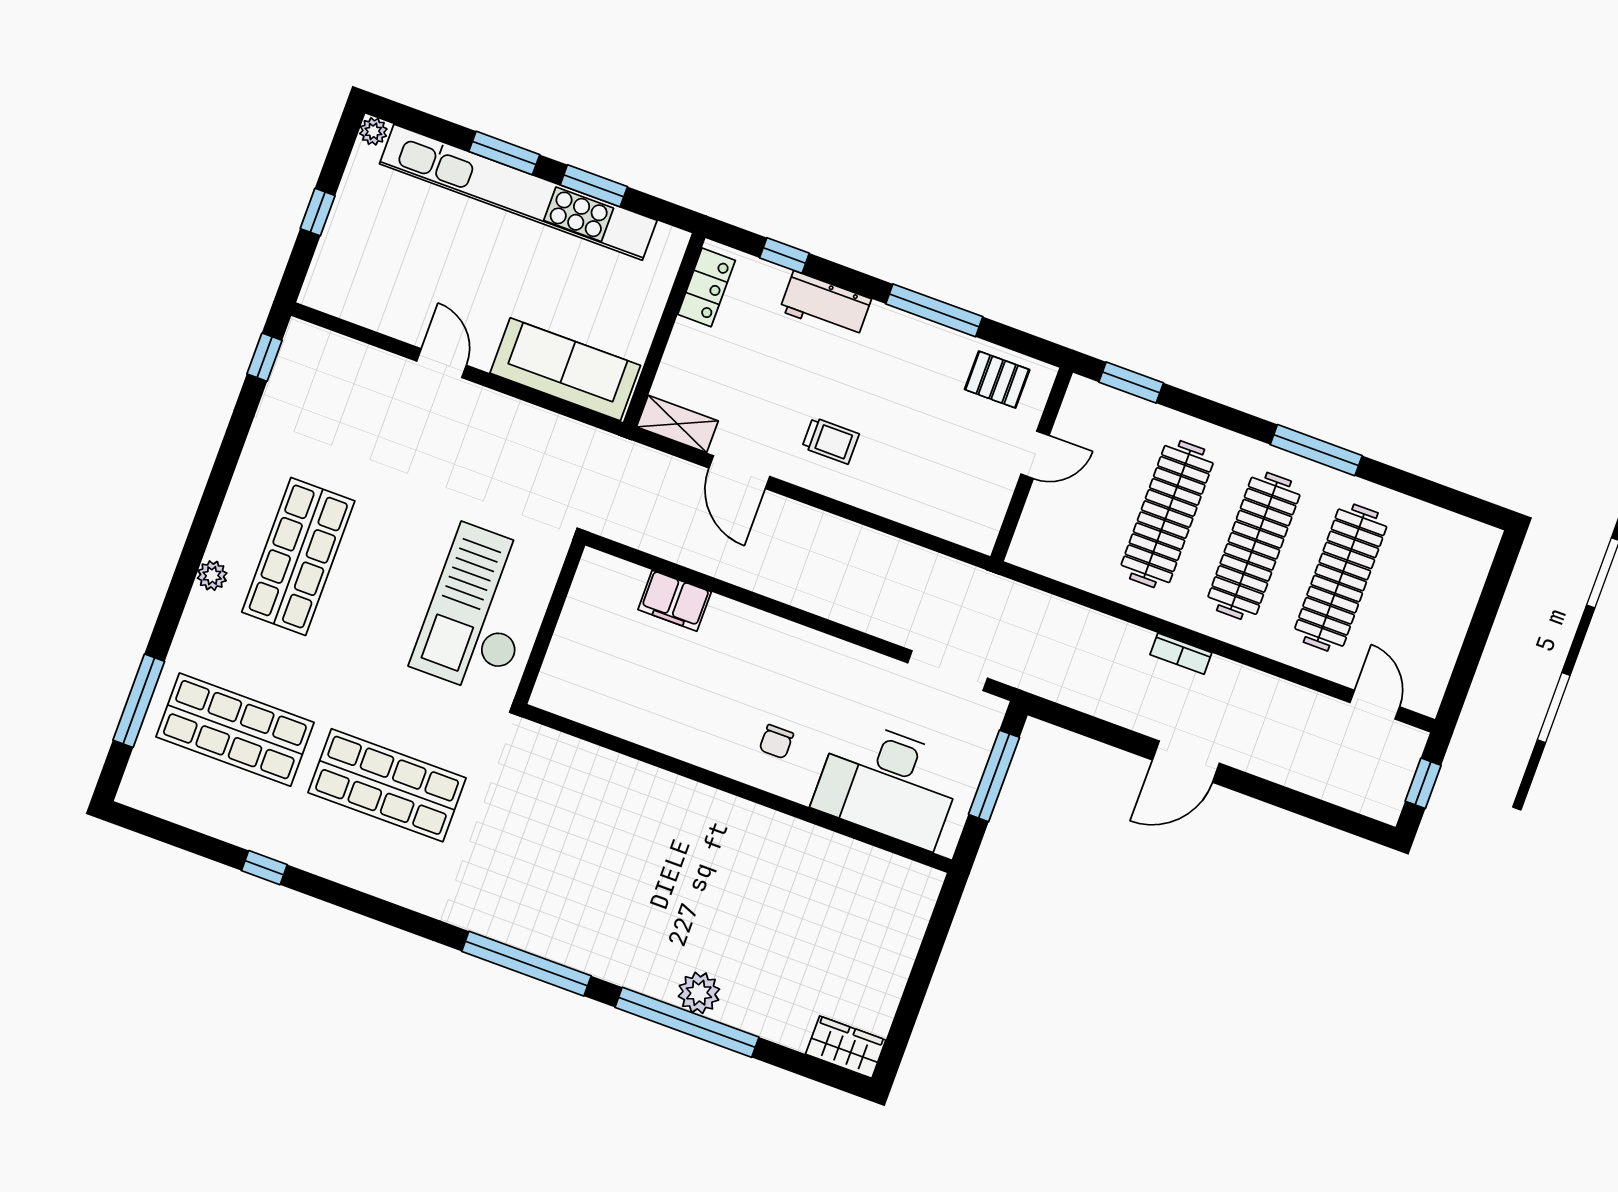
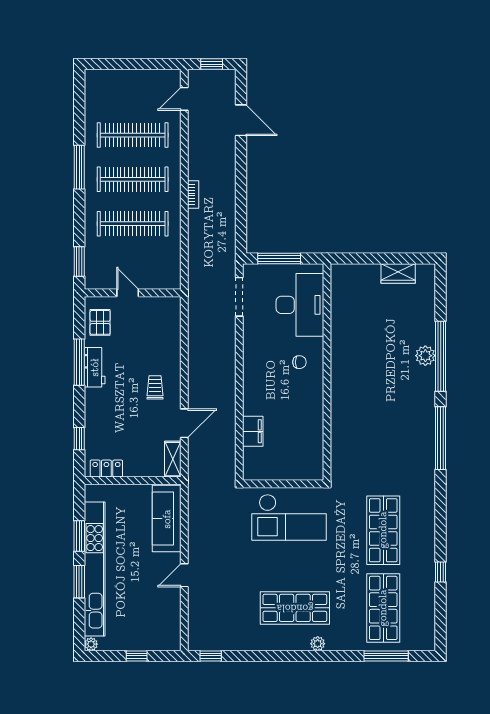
workbench: (825, 305) -> (95, 367), moved
door: (1186, 762) -> (241, 120), moved
wardrobe: (846, 1047) -> (398, 273), moved, turned -90

